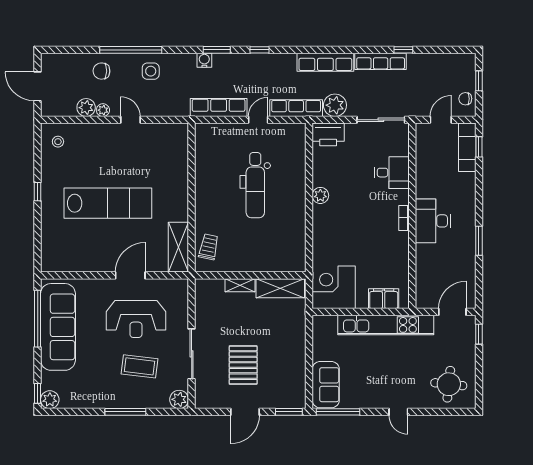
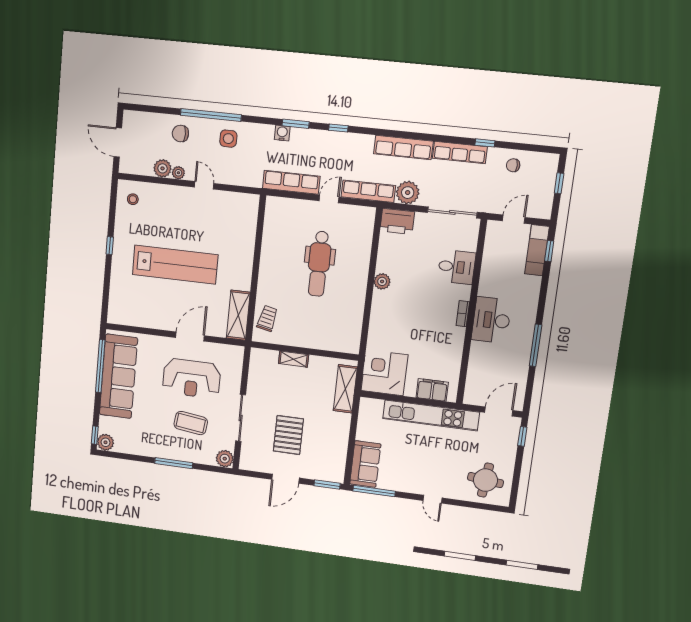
chair: (465, 99) -> (513, 165), moved
window: (479, 241) -> (536, 345), width x1.44
shelving: (280, 288) -> (345, 389), moved, turned 90

